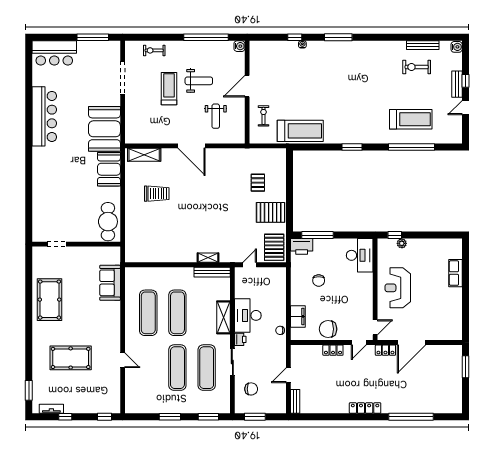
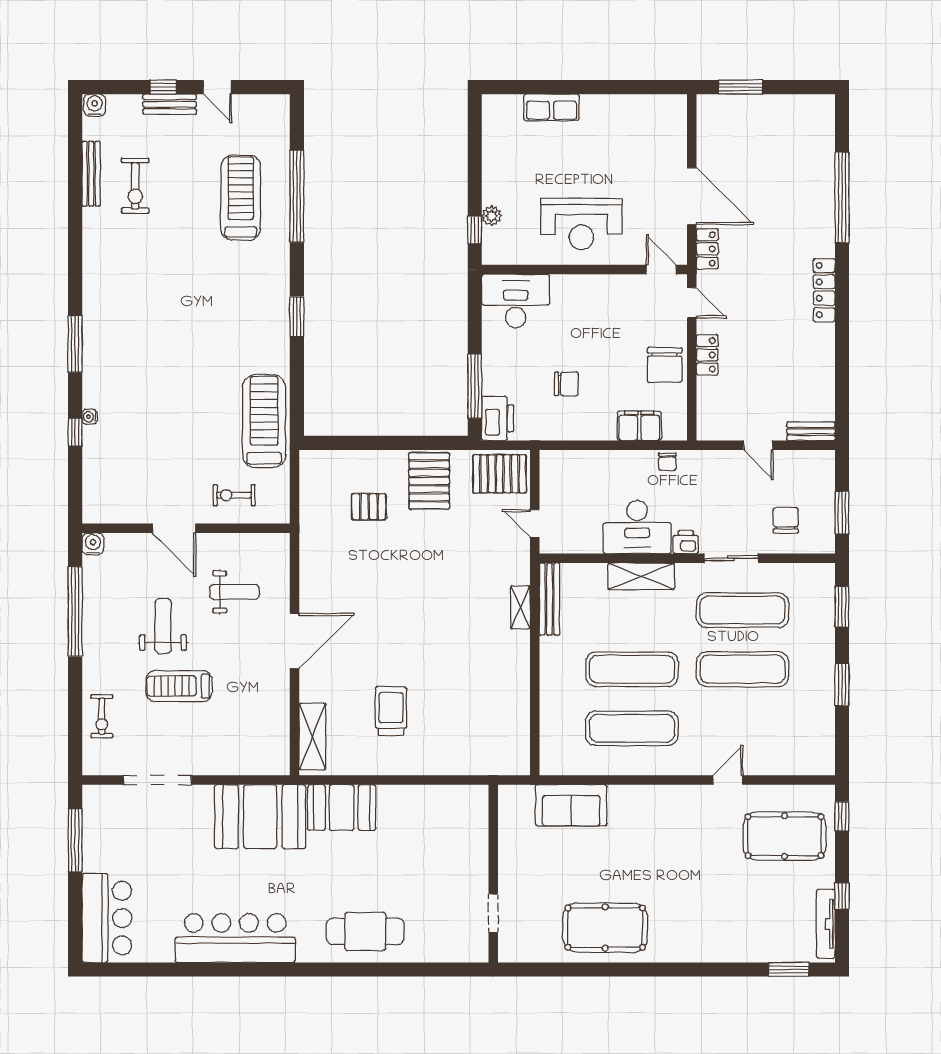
cafe table: (108, 222) -> (365, 931), moved
pool table: (71, 358) -> (785, 836), moved, turned 90
tv unit: (51, 409) -> (826, 924), width x1.41

